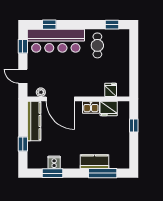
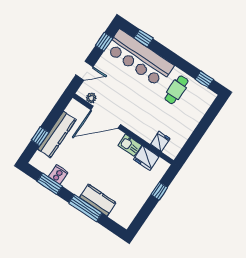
door: (23, 76) -> (84, 71), swing flipped
door: (60, 99) -> (106, 117), hinge flipped
kitchen counter: (34, 121) -> (57, 135), moved
window: (103, 173) -> (85, 208), moved

